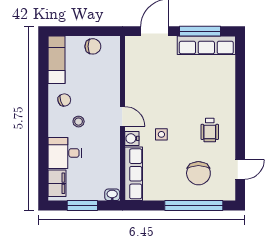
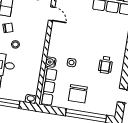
door: (122, 116) -> (52, 14), moved
chair: (198, 173) -> (78, 94), moved

